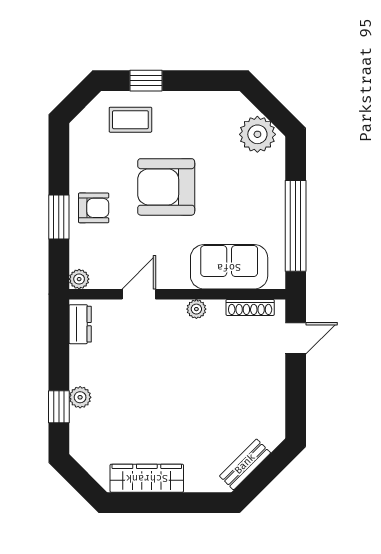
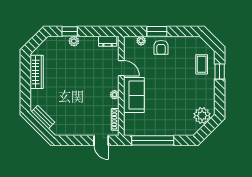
plant: (257, 134) -> (202, 116), moved
armchair: (166, 187) -> (171, 81), removed
sofa: (229, 267) -> (134, 95), moved
plant: (79, 279) -> (141, 41), moved

